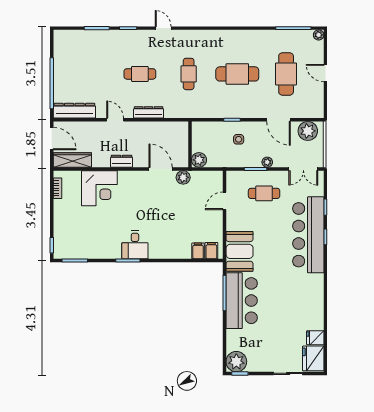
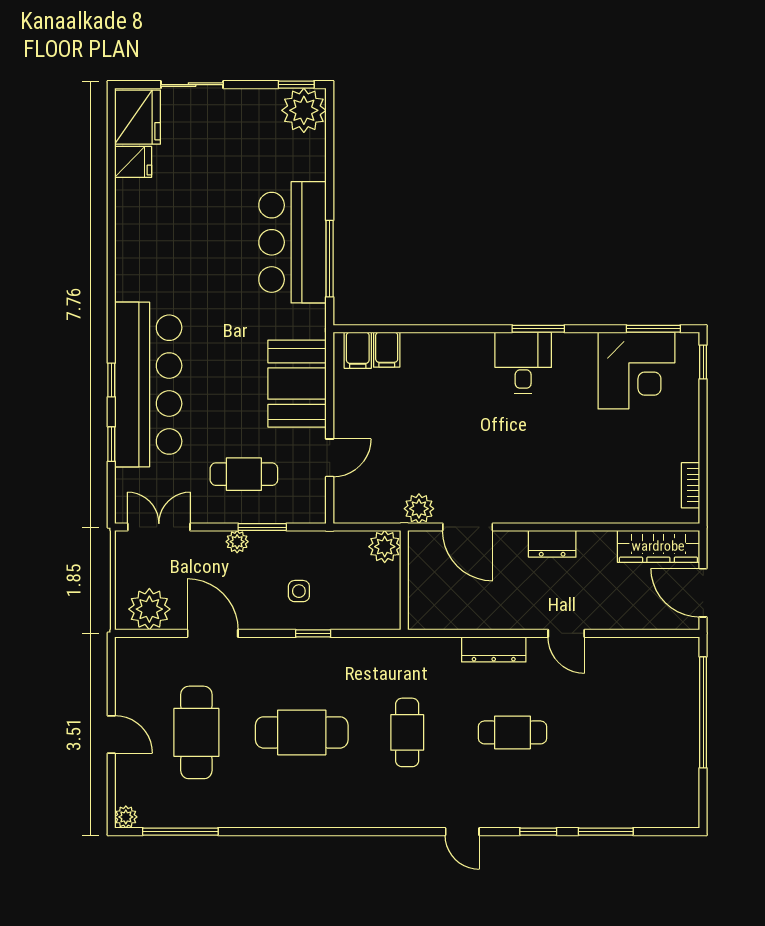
dresser: (74, 111) -> (654, 653), removed
corner desk: (99, 188) -> (636, 371), moved, turned 180
booth: (240, 251) -> (297, 384), moved

